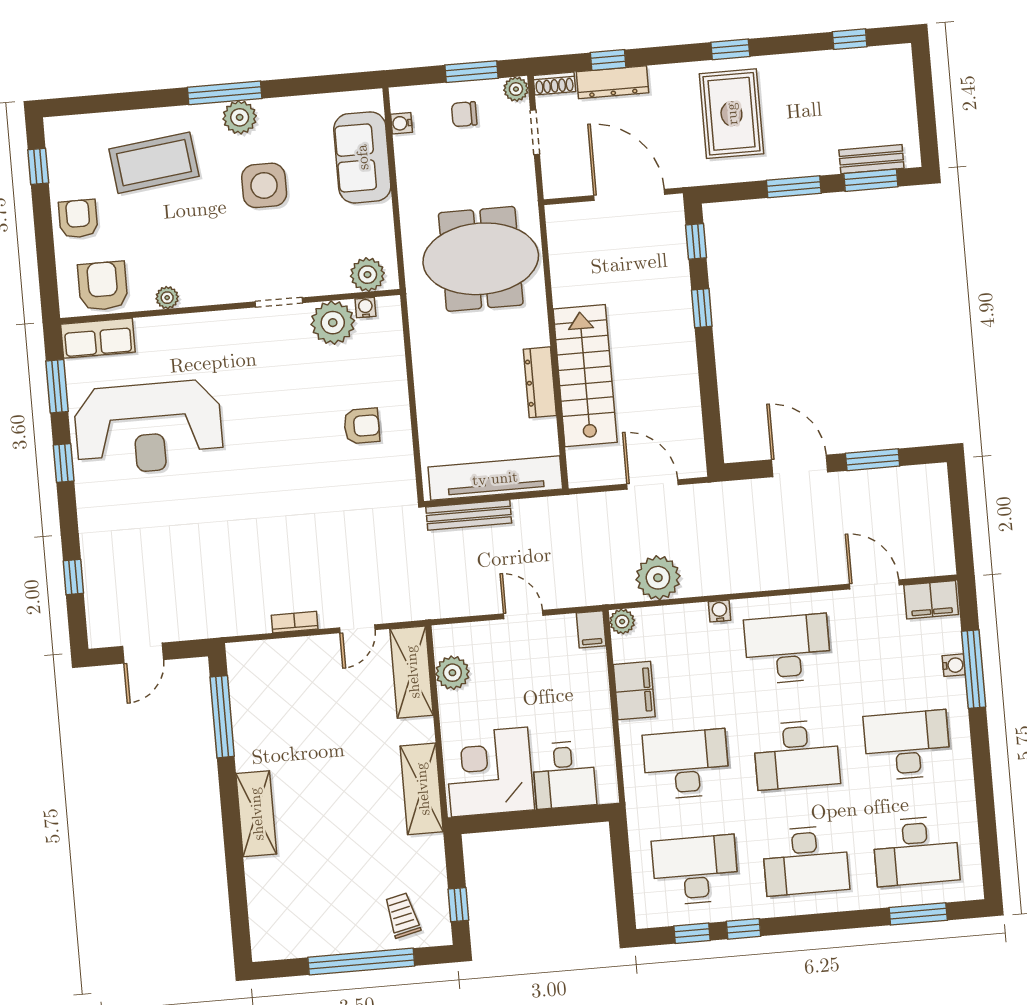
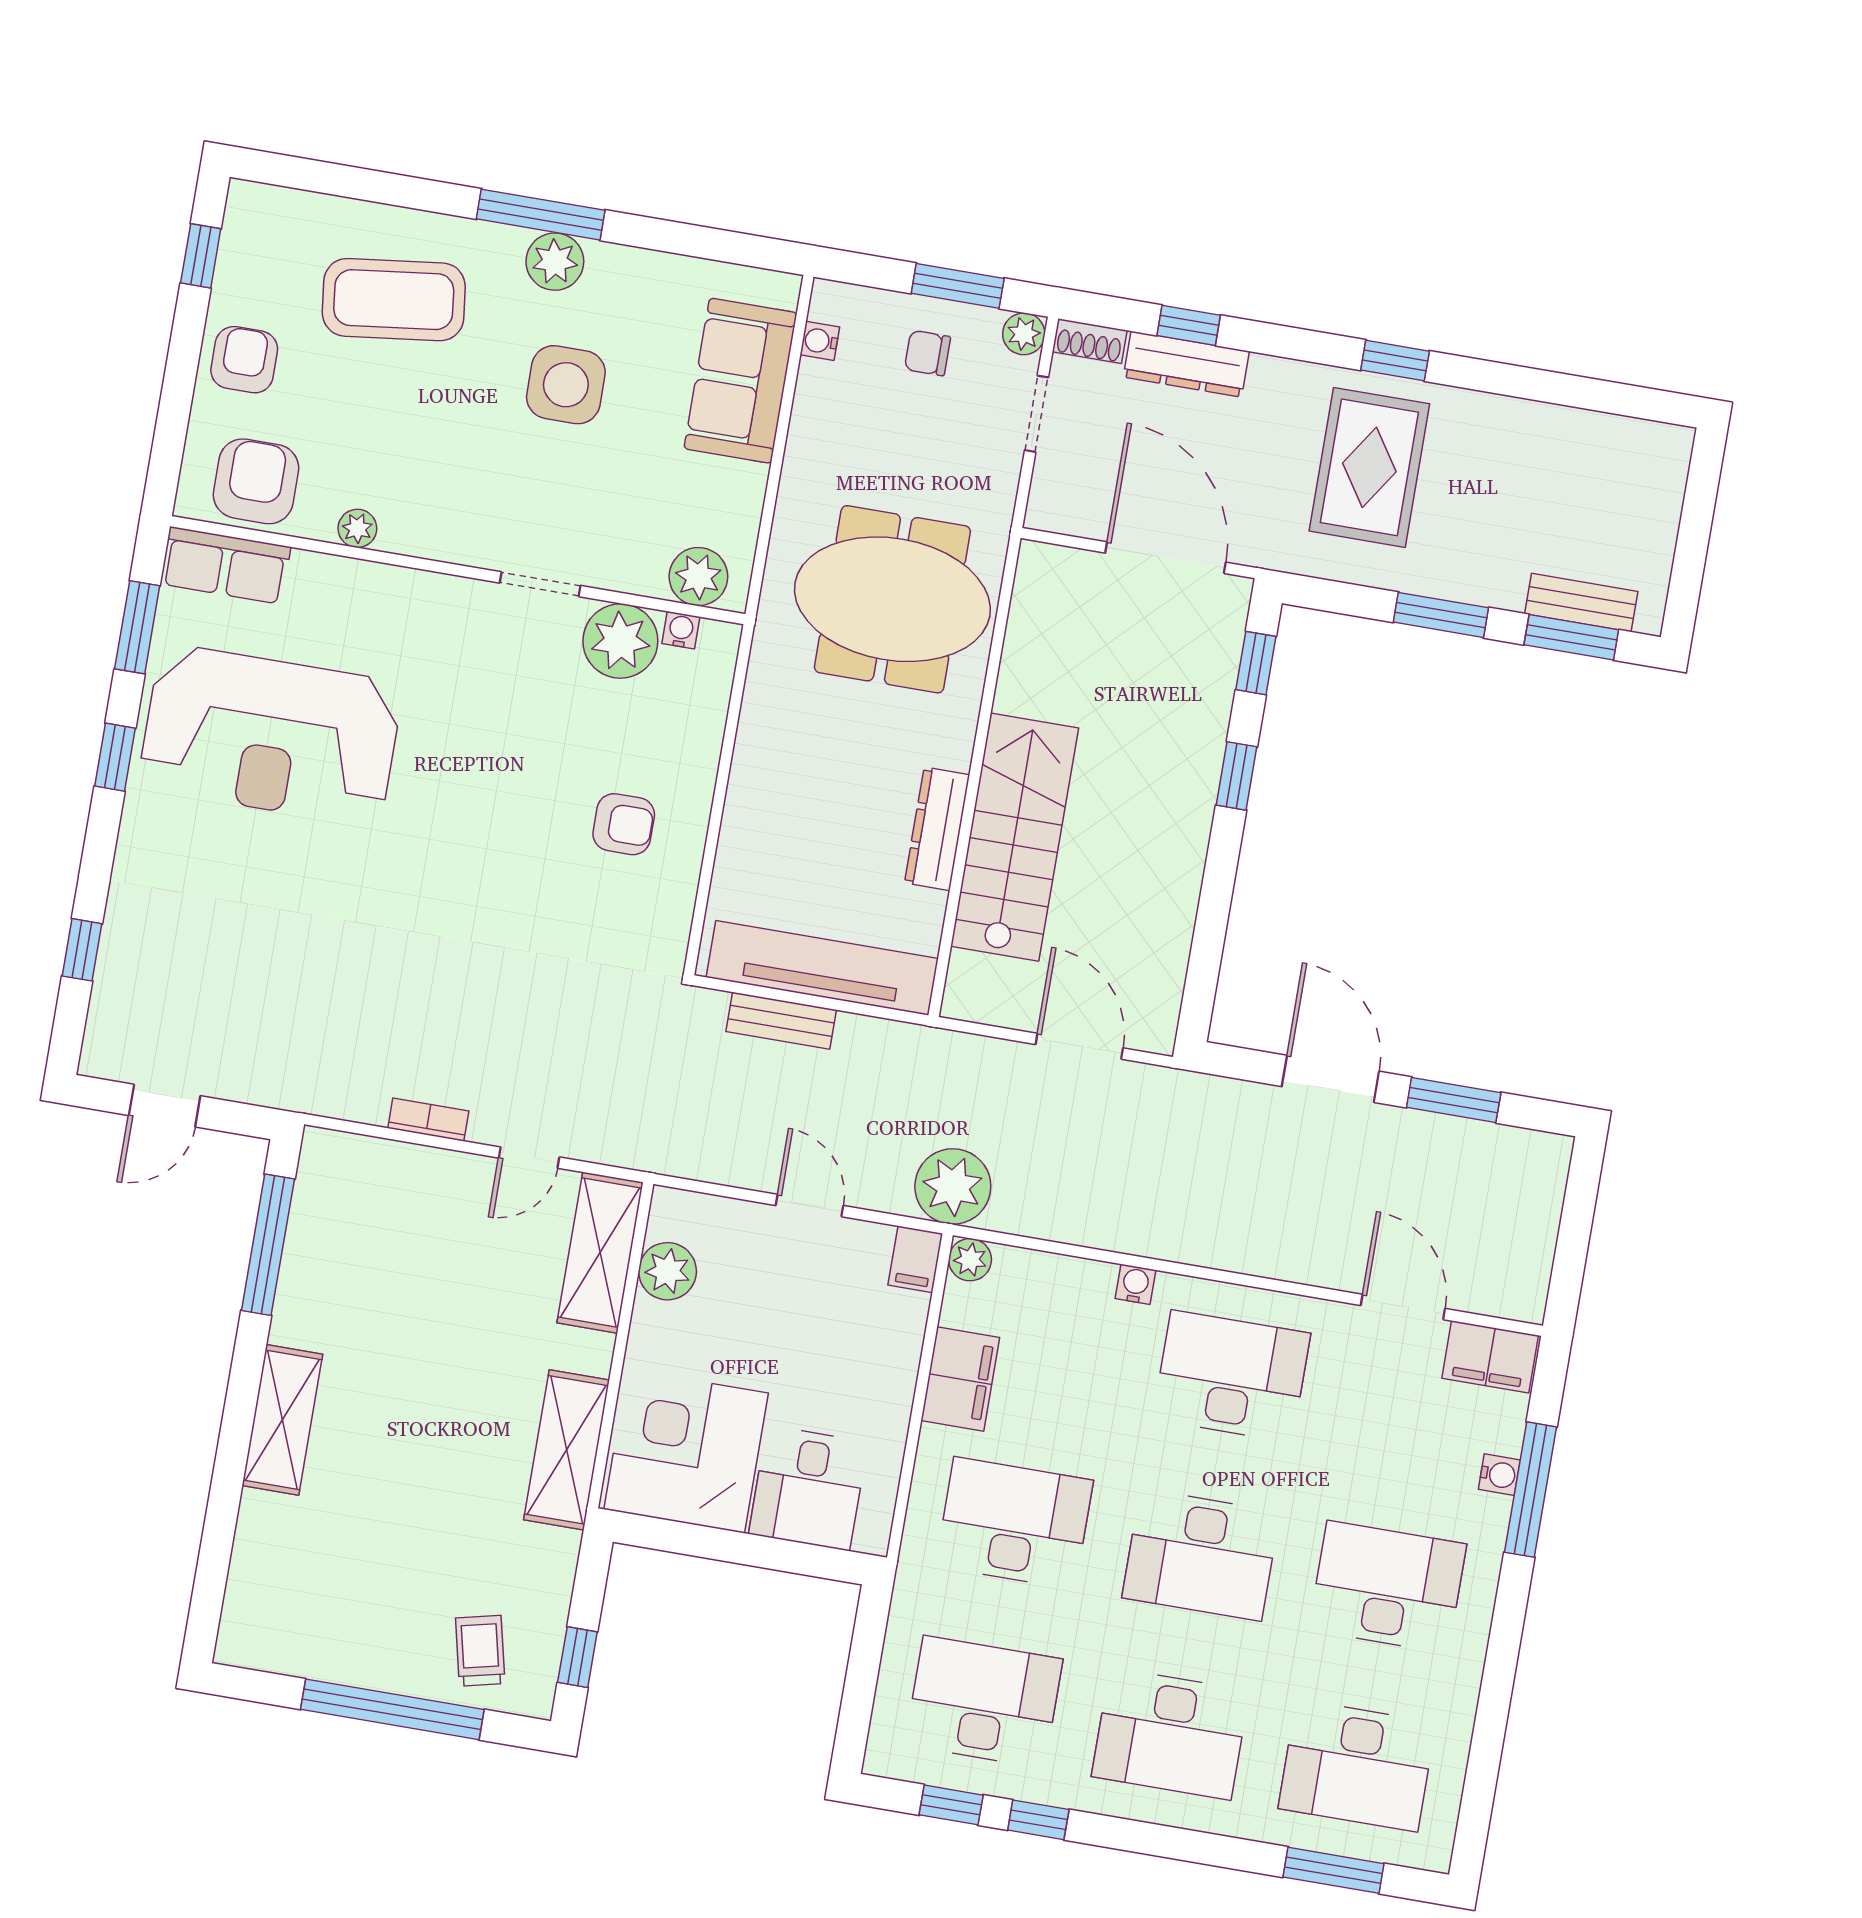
window: (850, 39) -> (1597, 395), removed
bench: (469, 515) -> (781, 1021), width x0.73
plant: (658, 578) -> (953, 1186), moved

